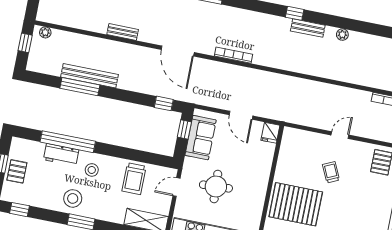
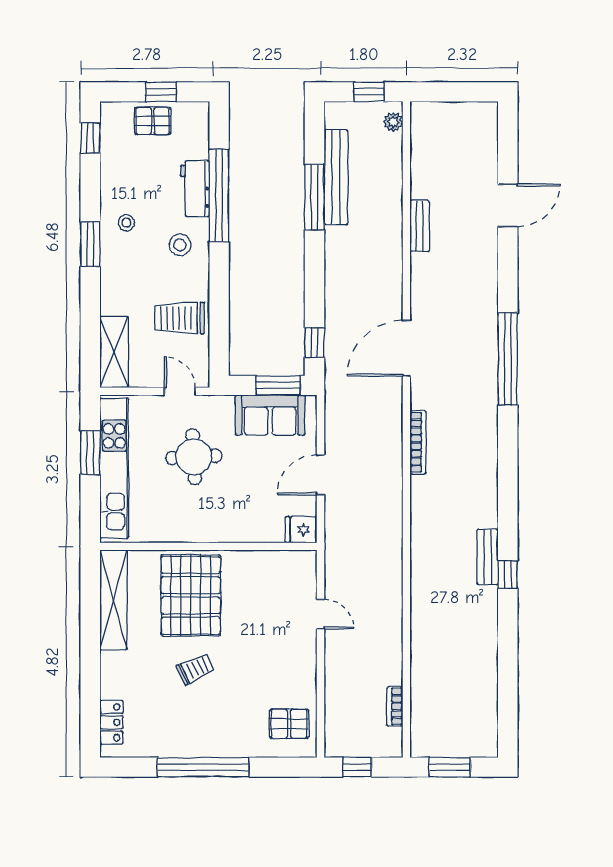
window: (295, 13) -> (508, 574), moved
bench: (123, 32) -> (420, 226), moved
plant: (342, 35) -> (488, 616), removed
bench: (90, 76) -> (336, 177), moved
window: (184, 129) -> (278, 385), width x1.50
door: (340, 135) -> (320, 614), moved
trolley: (331, 172) -> (196, 669), moved
stool: (73, 198) -> (126, 223), width x0.53, depth x0.53

